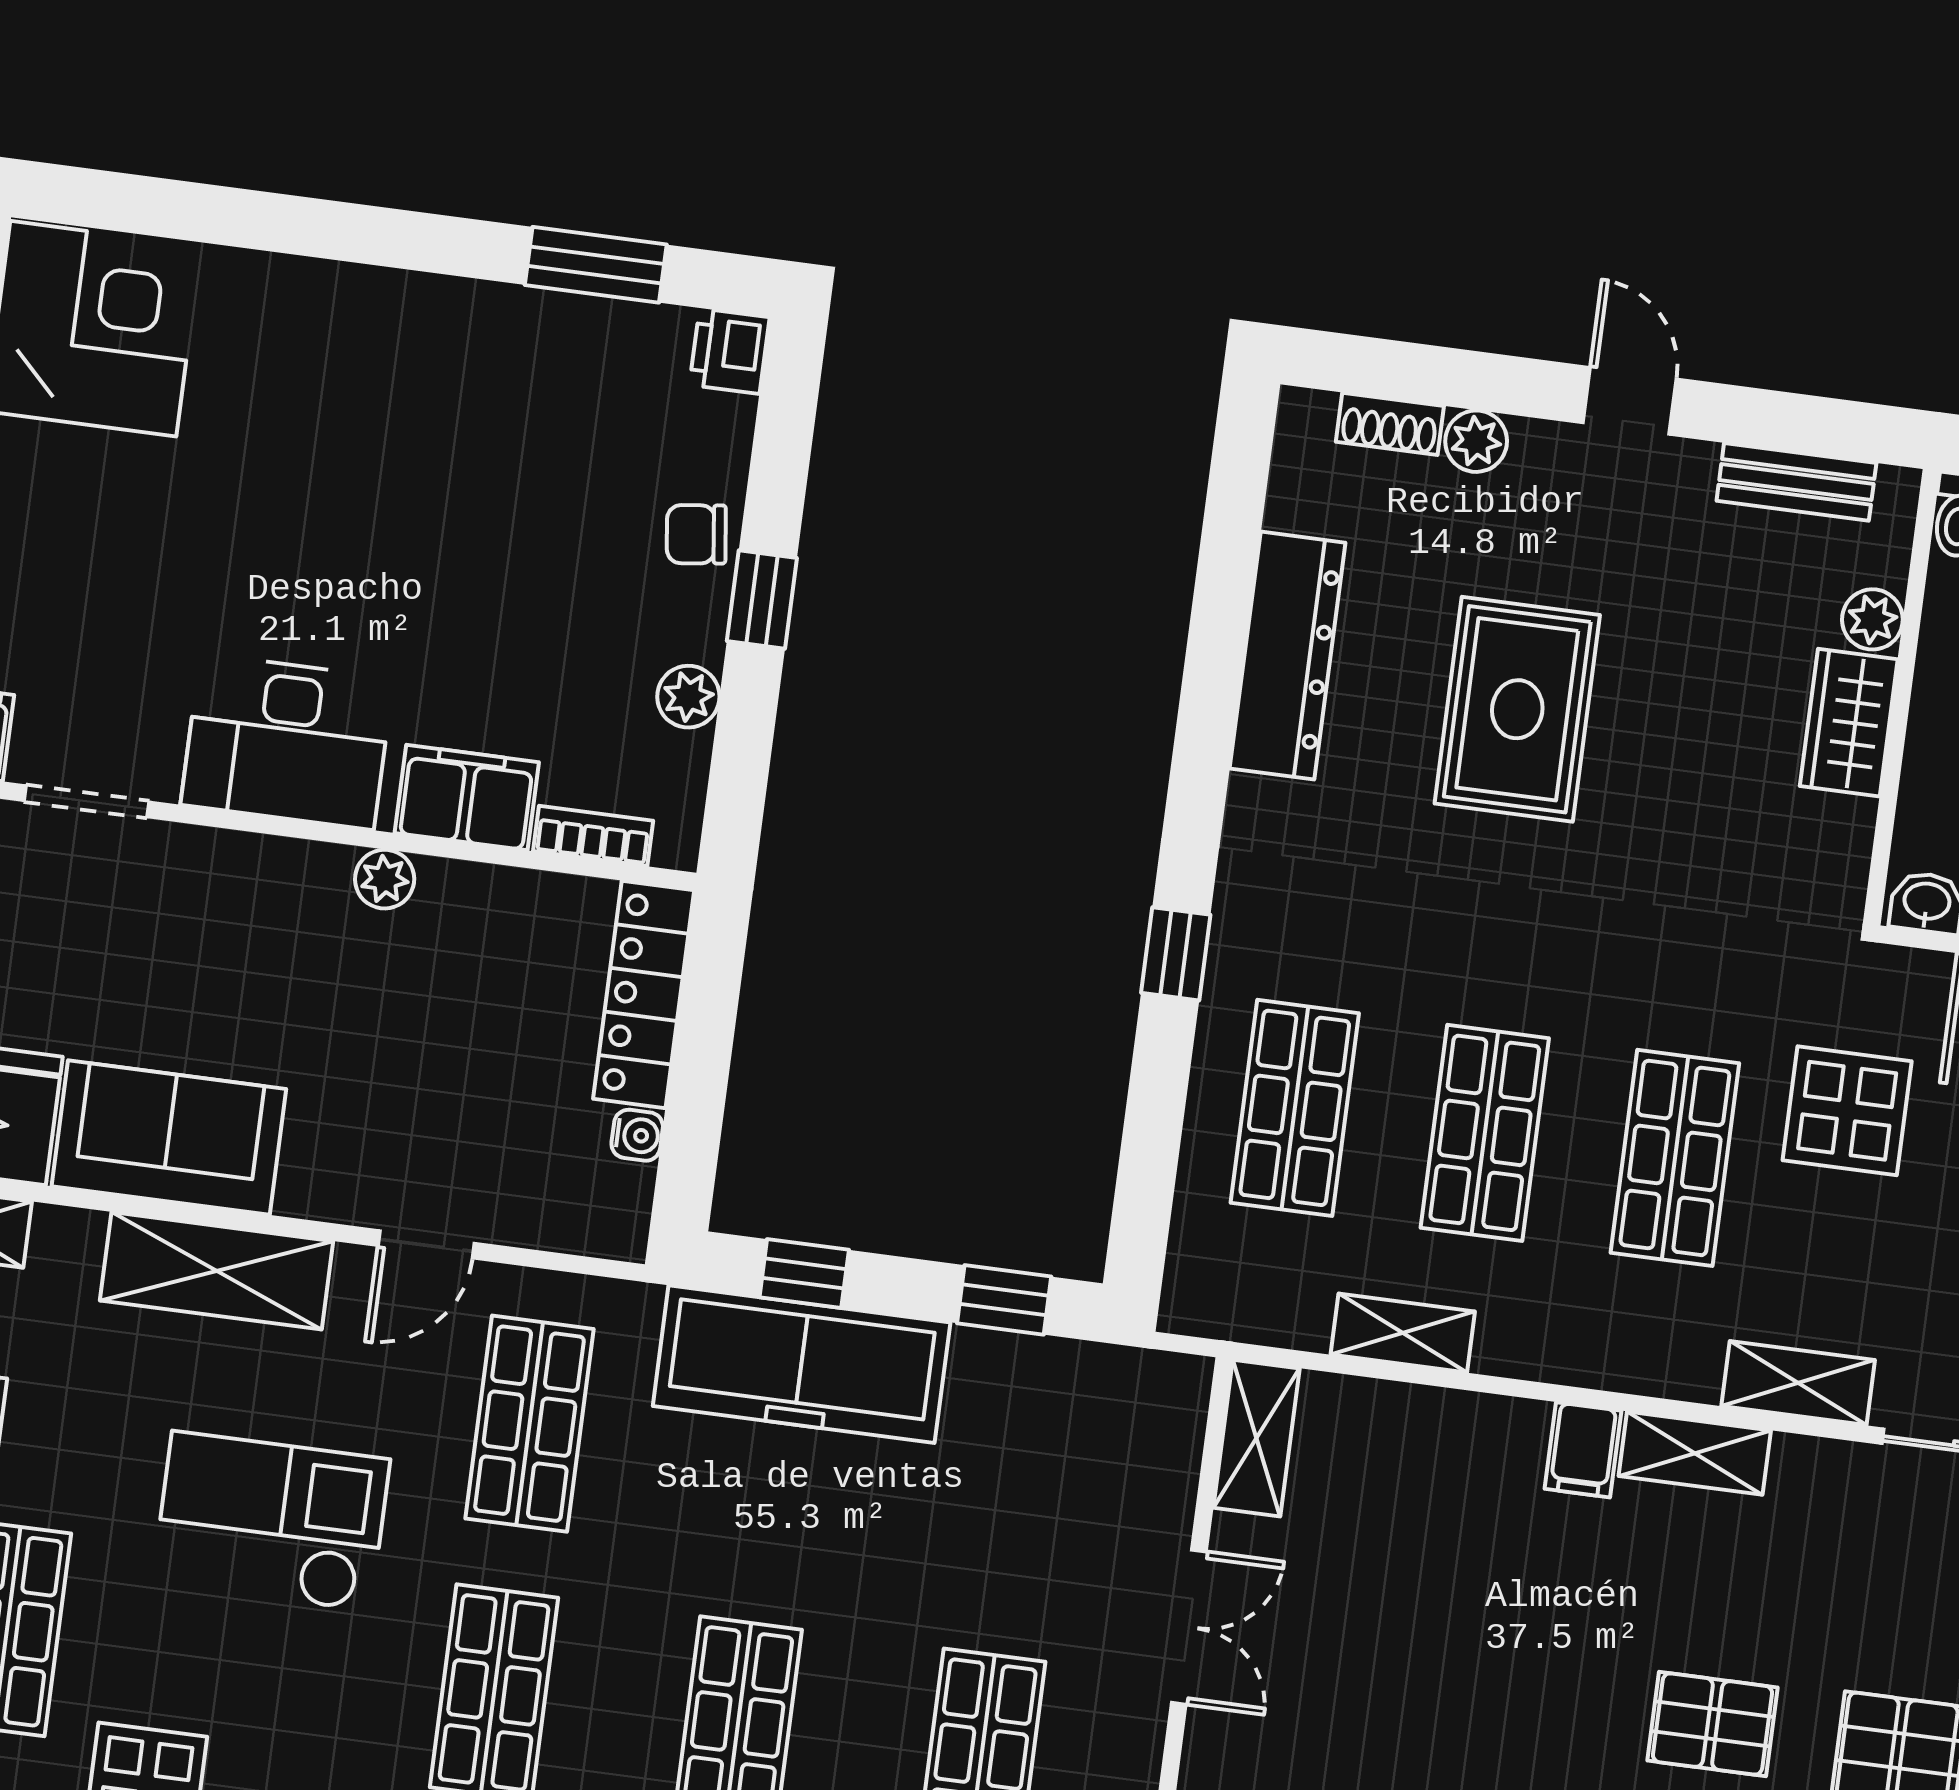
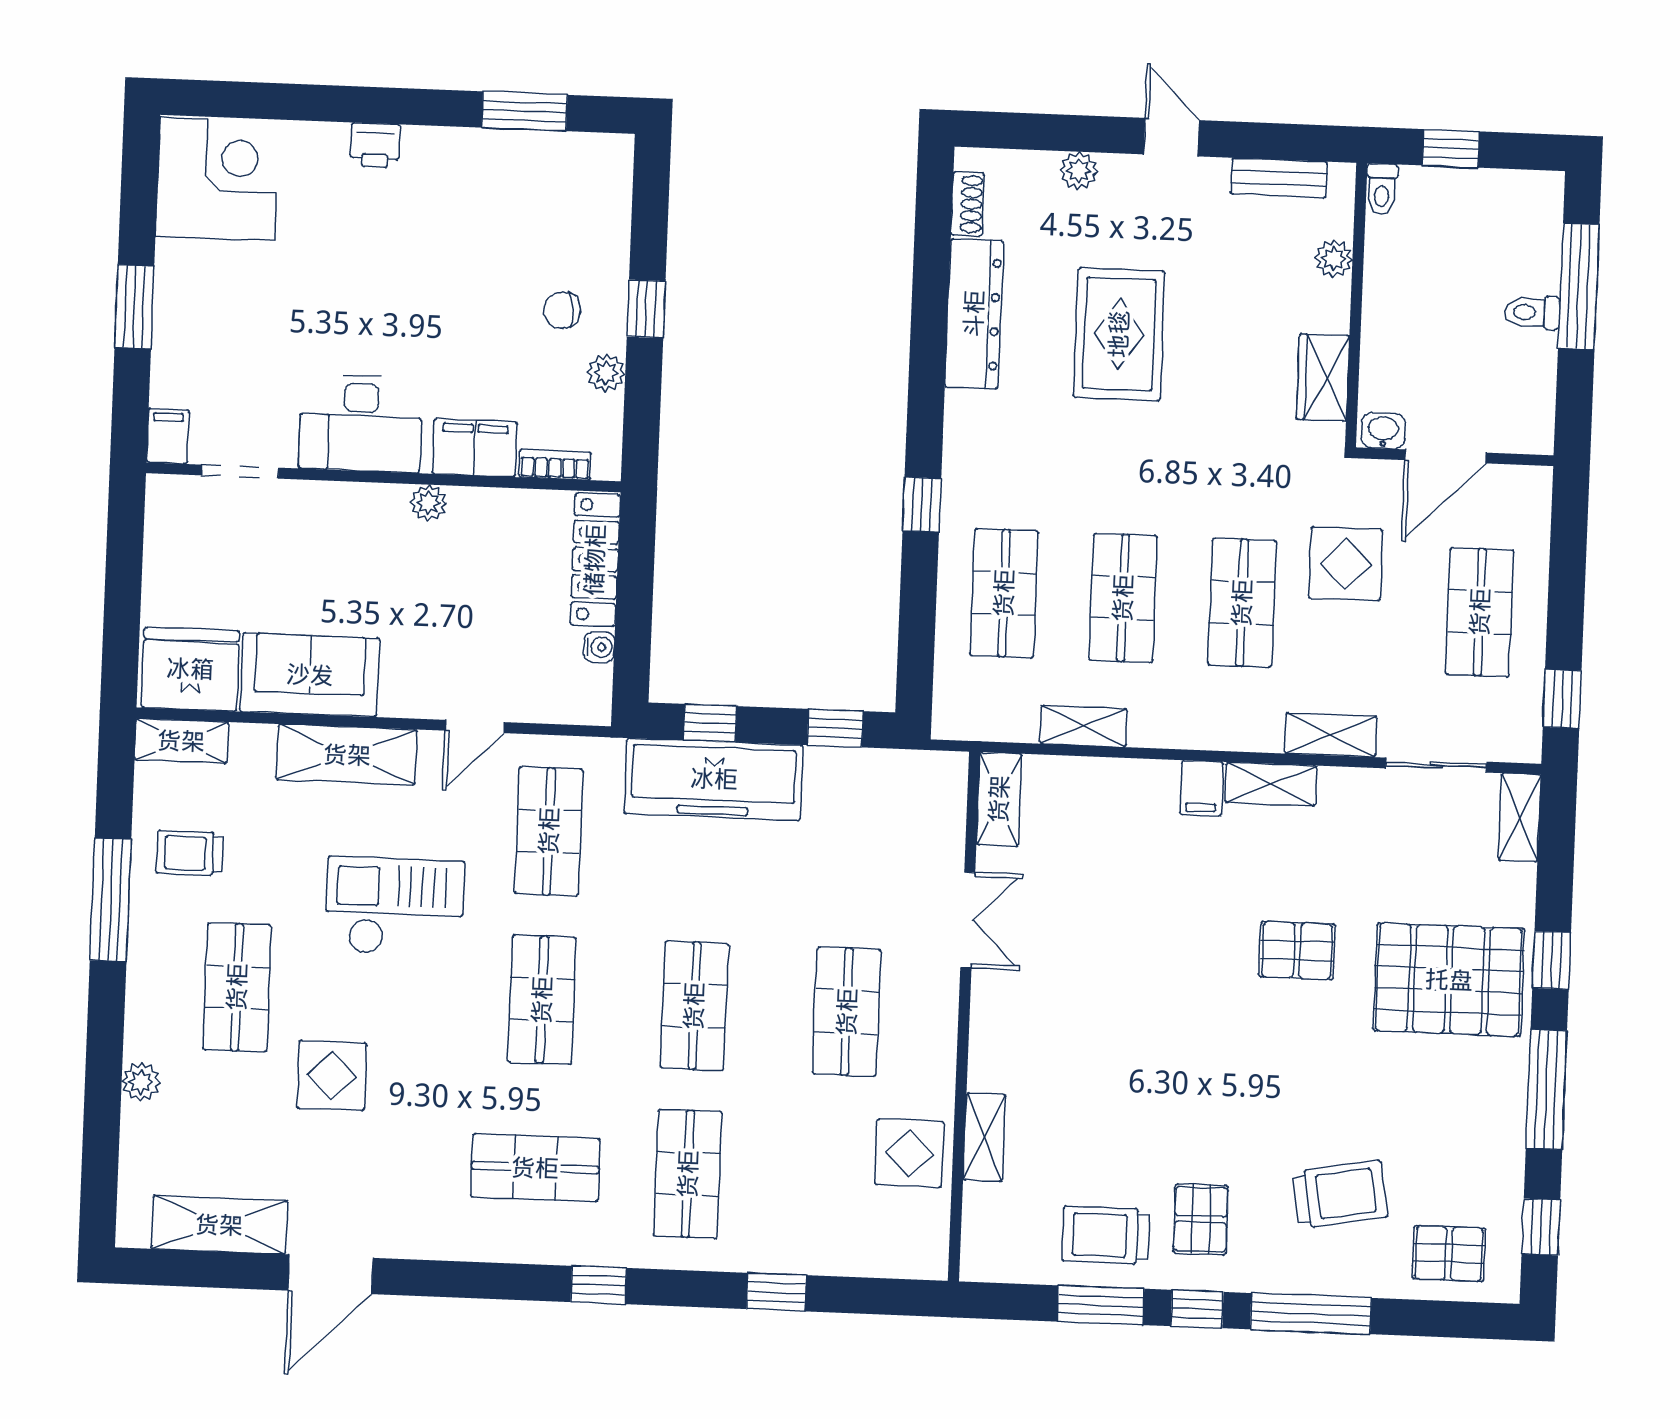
printer: (729, 351) -> (375, 145), moved, turned -90
shoe rack: (1390, 424) -> (967, 204), moved, turned -90
chair: (696, 534) -> (562, 310), moved
wardrobe: (1849, 723) -> (1323, 378), moved

